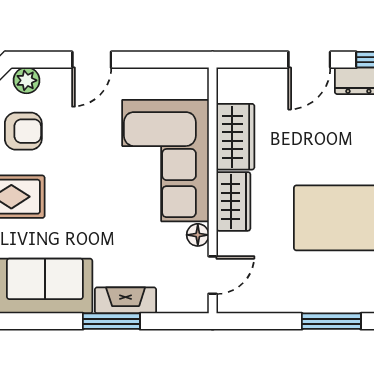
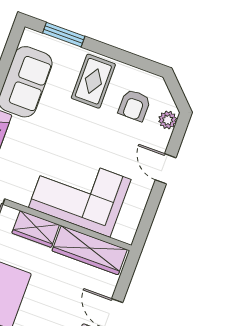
wardrobe: (235, 137) -> (90, 250), width x1.50
floor lamp: (198, 235) -> (22, 197), removed

